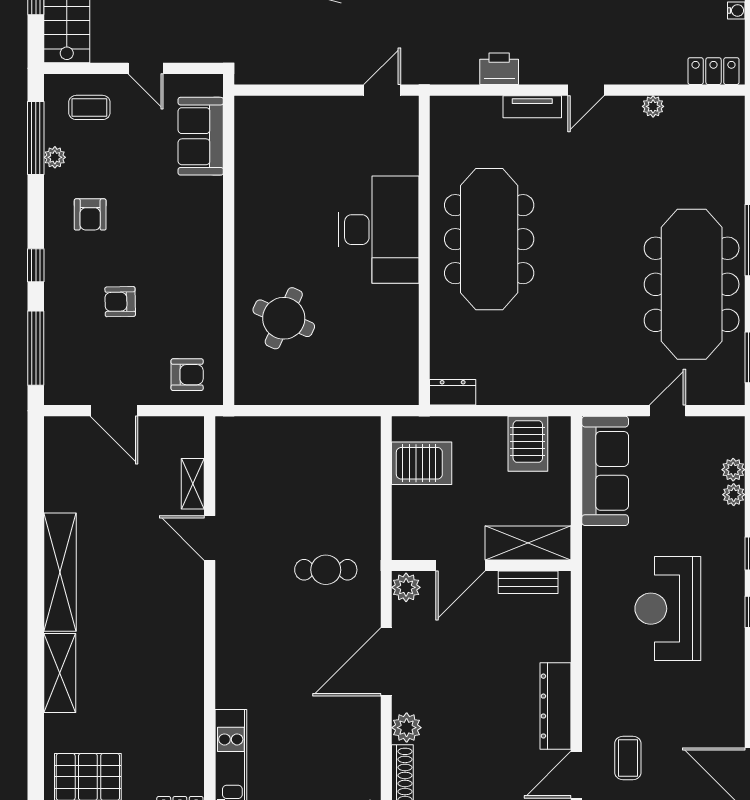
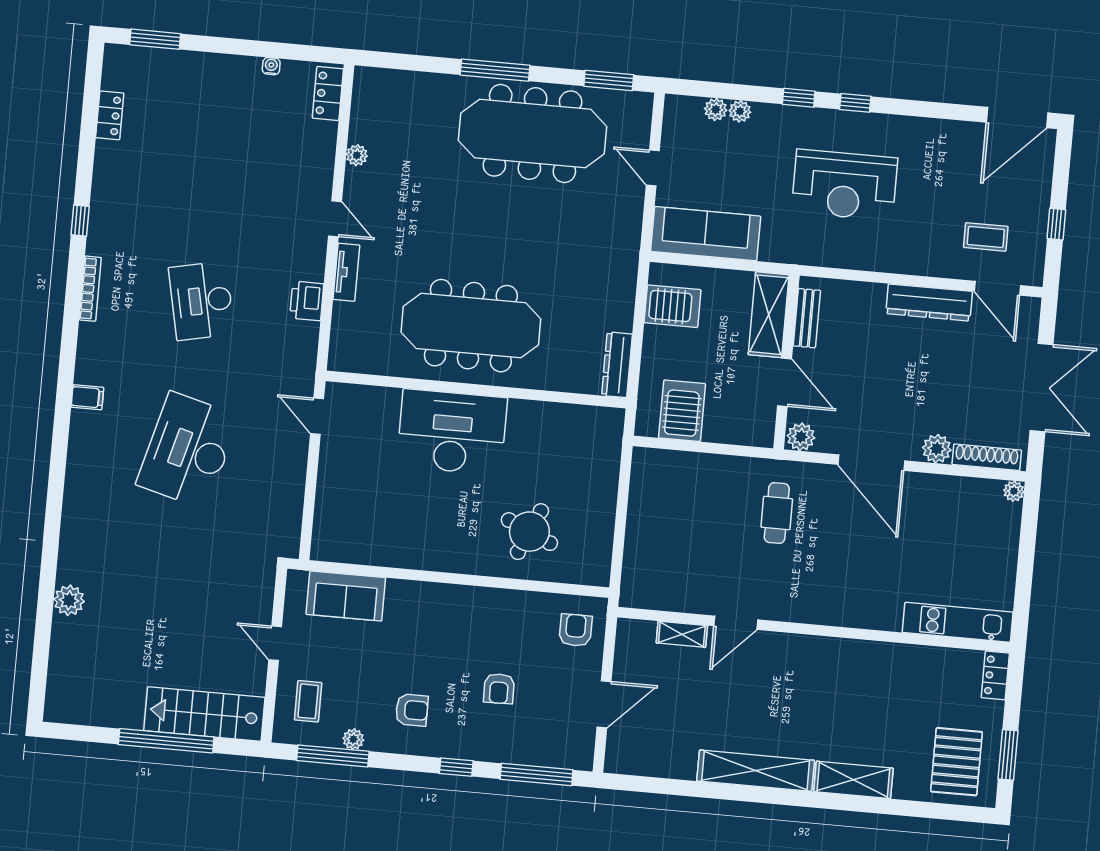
door: (146, 68) -> (275, 643), swing flipped
dresser: (453, 392) -> (617, 365), width x1.44

